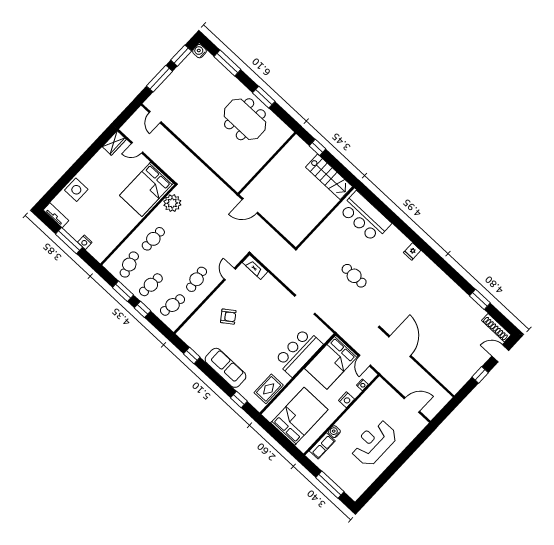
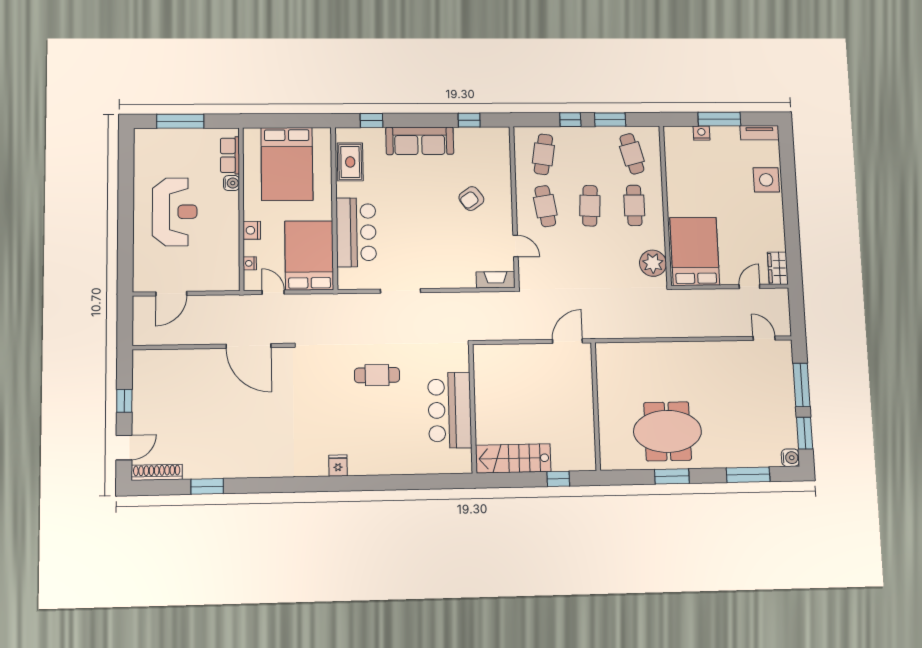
bar counter: (365, 217) -> (450, 410), moved, turned -90
cafe table: (151, 285) -> (590, 206), moved

